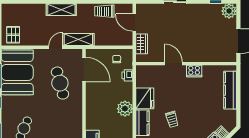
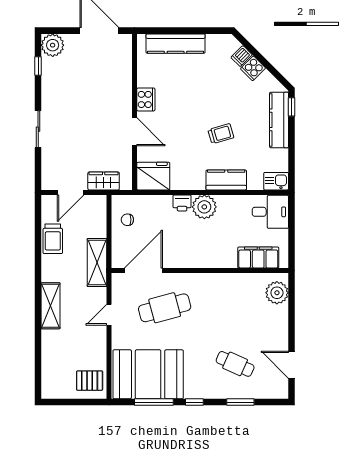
shelving: (78, 40) -> (97, 263), moved
door: (56, 47) -> (109, 315), hinge flipped
door: (173, 64) -> (134, 132), swing flipped
printer: (127, 75) -> (182, 203), moved
fridge: (145, 98) -> (153, 176), moved

